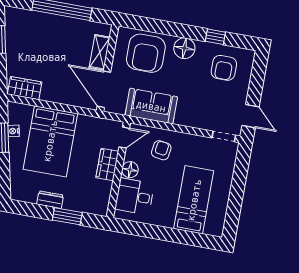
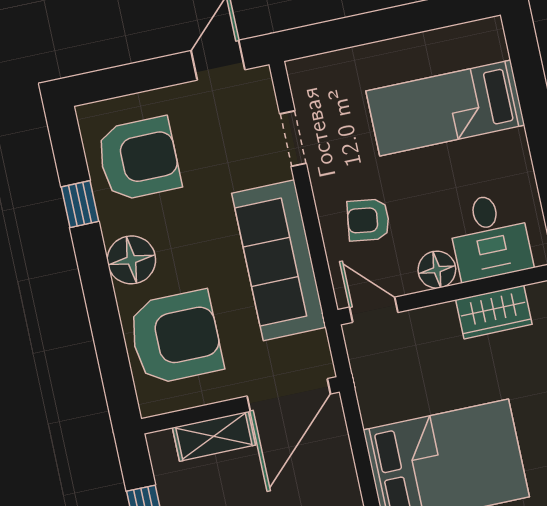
armchair: (224, 68) -> (139, 159), width x1.36, depth x1.36
sofa: (151, 106) -> (279, 260), width x1.36
doorway: (224, 136) -> (293, 139), moved
wardrobe: (107, 164) -> (494, 312), moved

